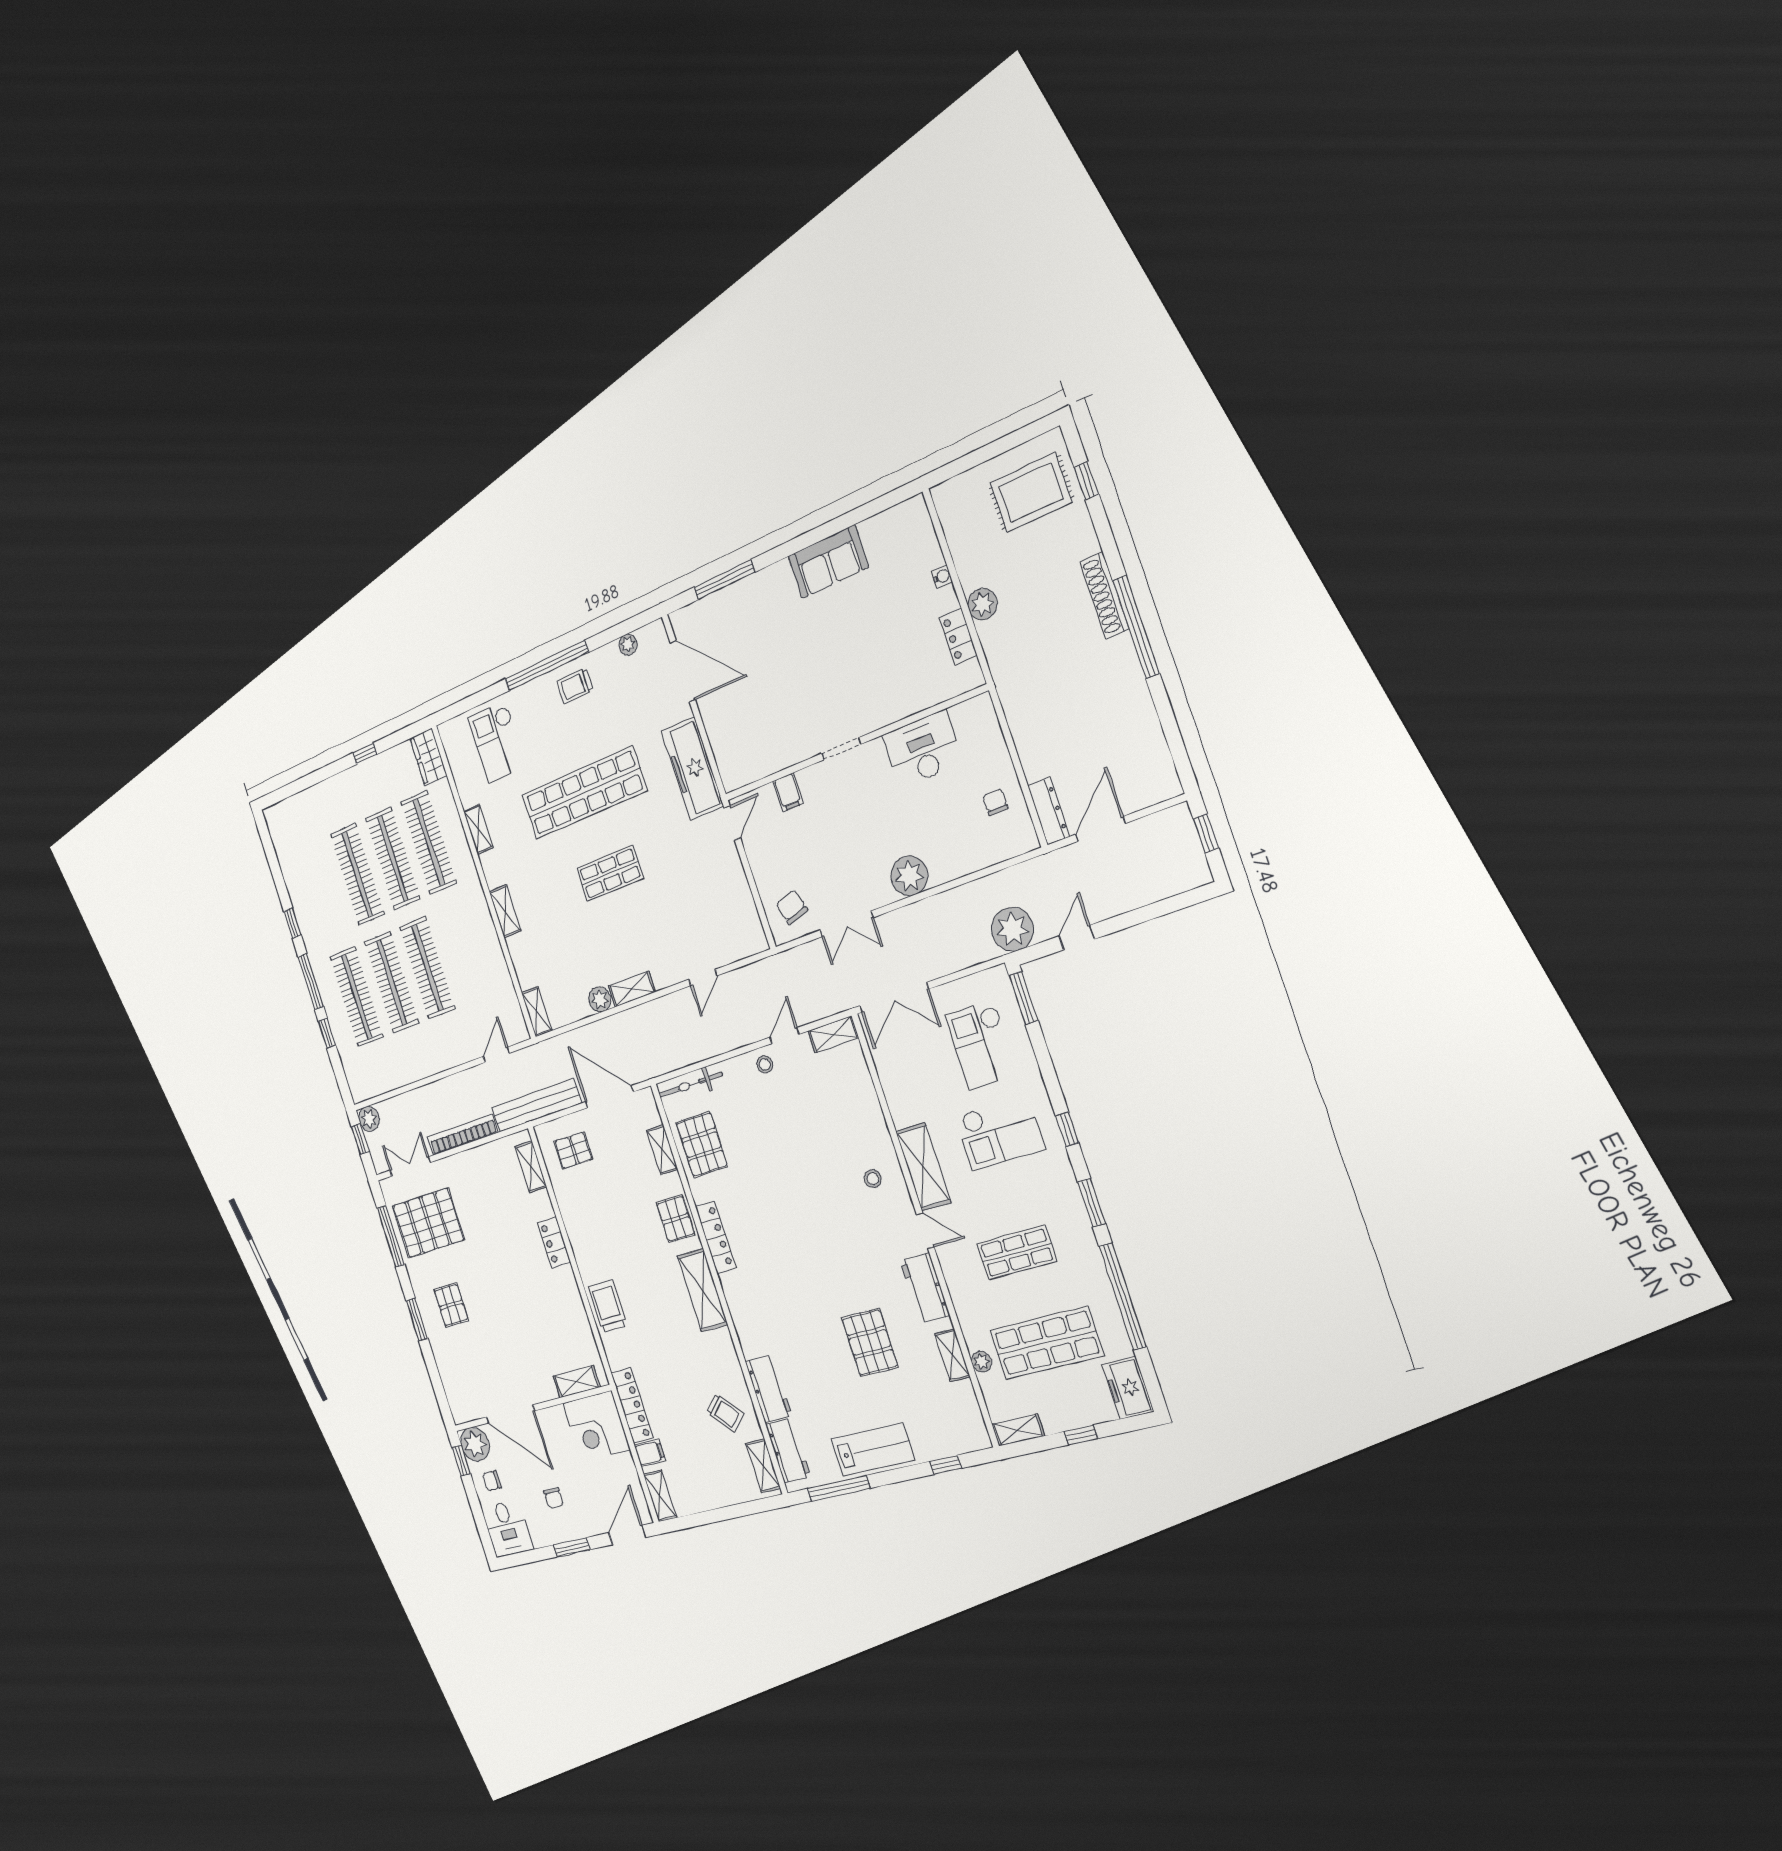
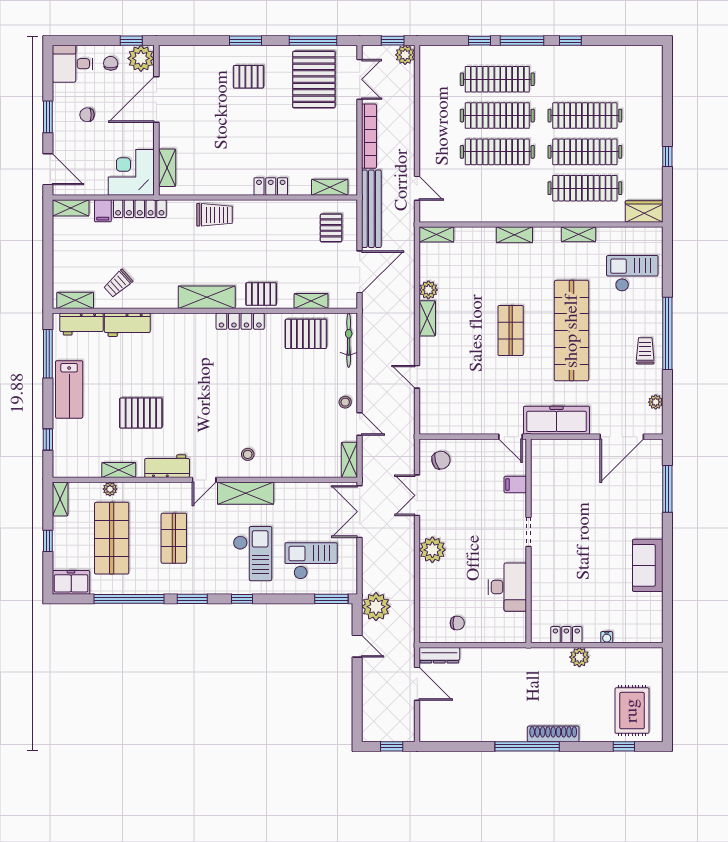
checkout: (1000, 1133) -> (252, 554), turned 180

